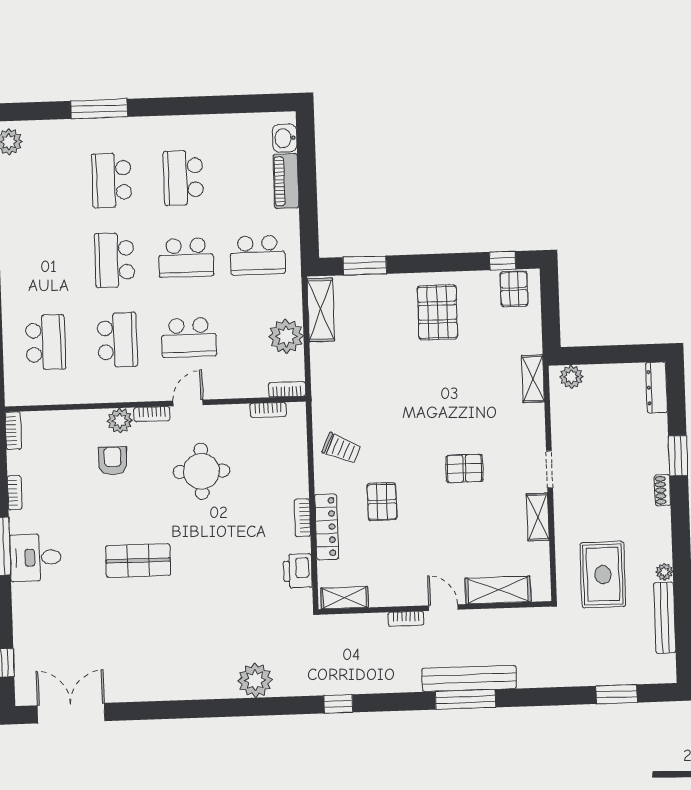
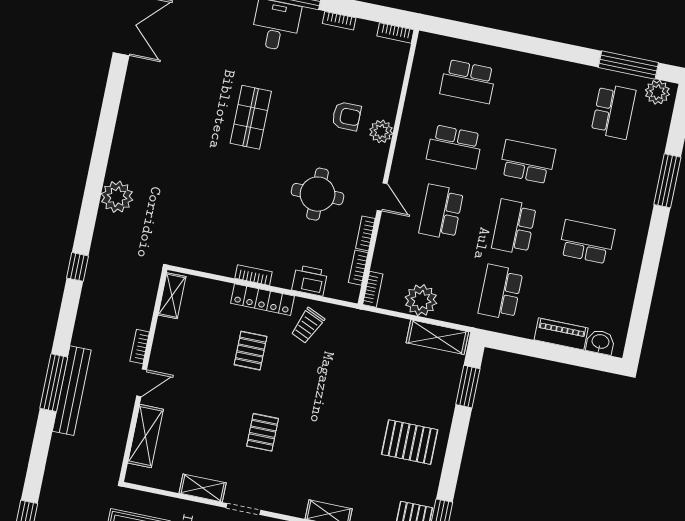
school desk: (112, 180) -> (613, 111), moved, turned 90
bookcase: (152, 414) -> (365, 233), moved
pallet: (382, 502) -> (251, 351), turned 90
locker: (327, 527) -> (262, 300), moved
printer: (298, 571) -> (310, 281), moved

